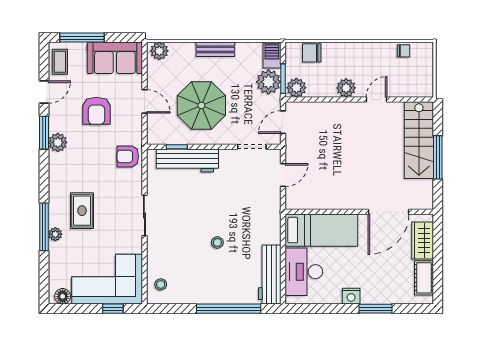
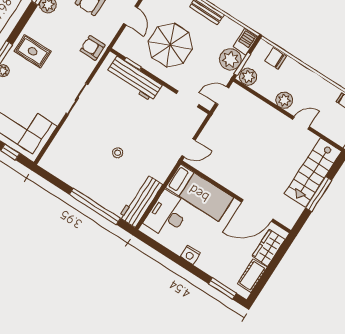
door: (283, 175) -> (188, 148), moved
rug: (82, 211) -> (33, 51), moved, turned 90
stool: (161, 284) -> (57, 157), removed
window: (376, 309) -> (222, 288), moved

